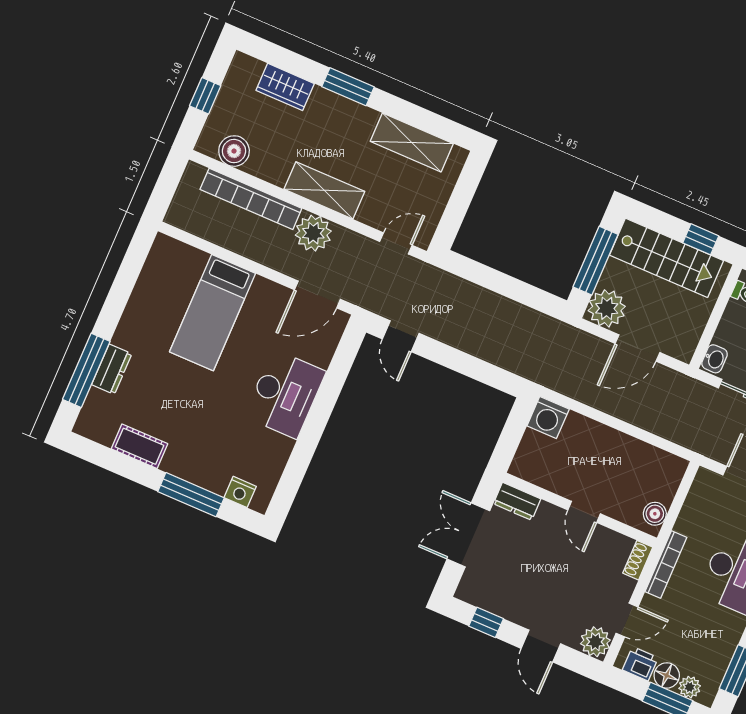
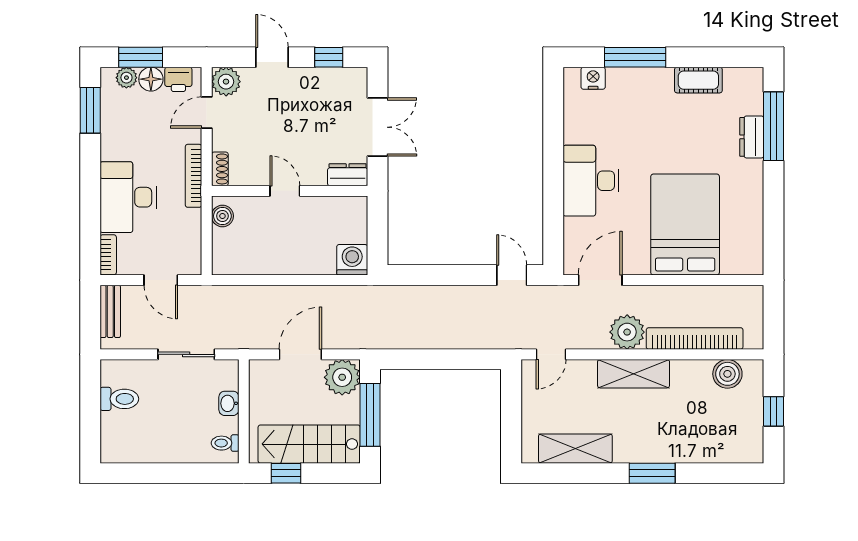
wardrobe: (285, 87) -> (707, 449), removed
bed: (213, 313) -> (685, 225), width x1.50
washbasin: (715, 359) -> (229, 403), moved

